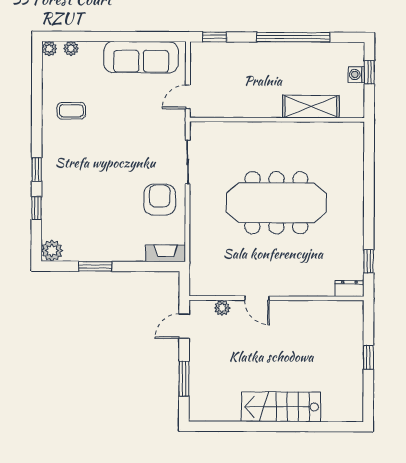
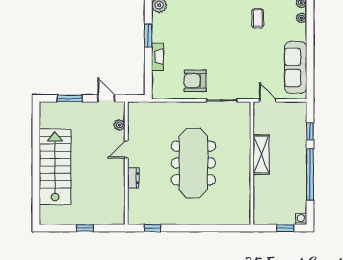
window: (215, 37) -> (310, 131), moved
washing machine: (356, 75) -> (301, 219), moved
shelving: (311, 107) -> (261, 155), moved
armchair: (160, 200) -> (195, 81), turned 180
fireplace: (166, 253) -> (158, 57), moved
dresser: (349, 288) -> (133, 178), moved
stairs: (281, 407) -> (55, 167), width x1.36, depth x1.51

